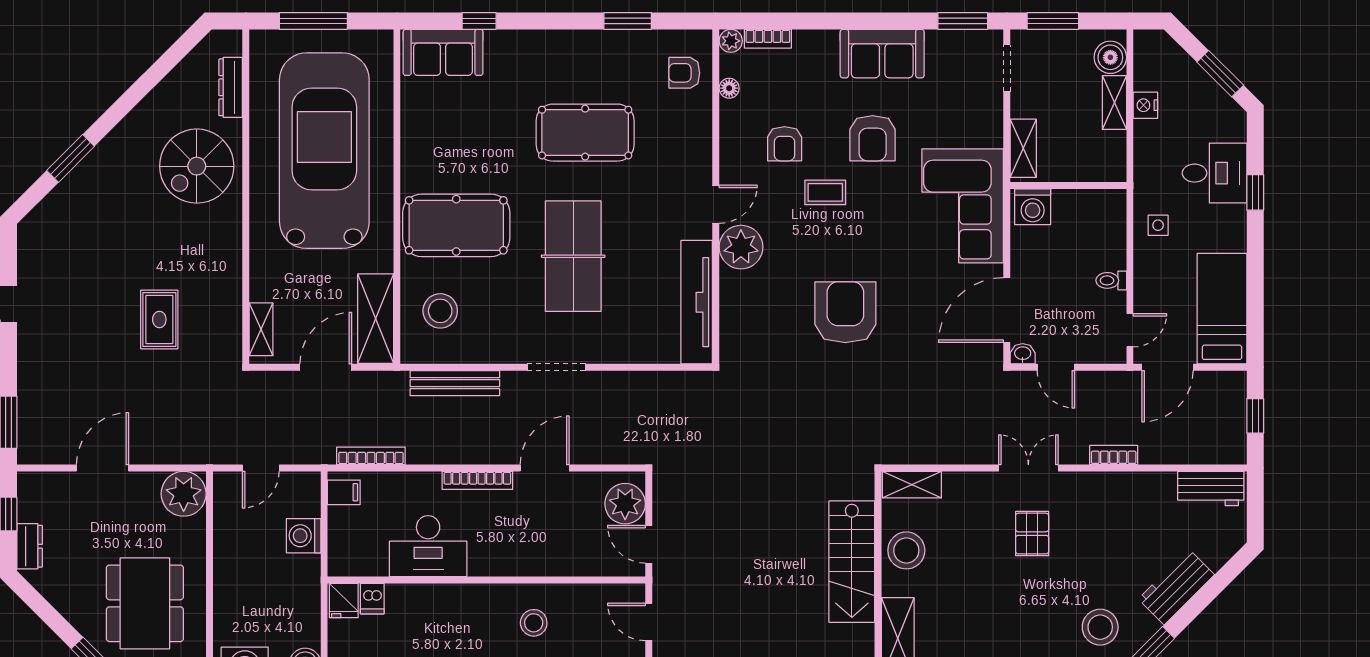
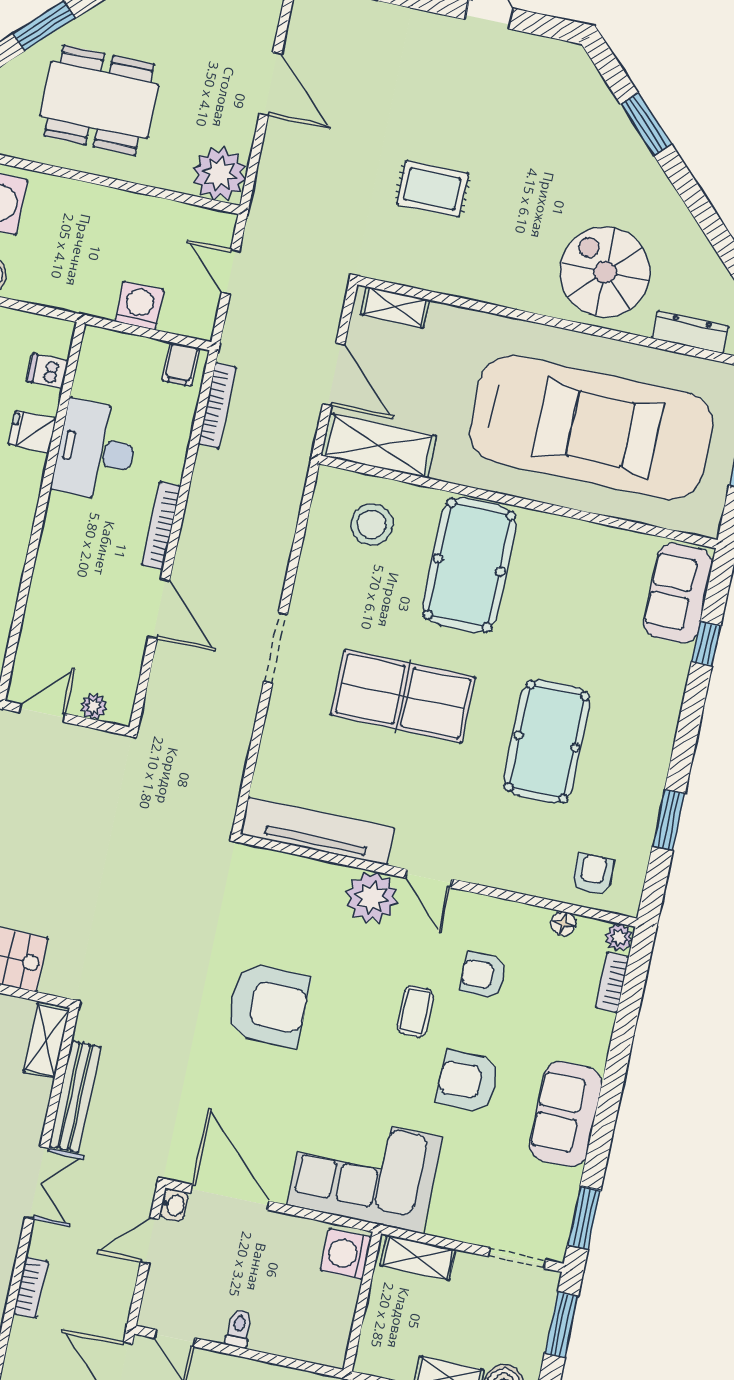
bench: (455, 383) -> (75, 1097), moved
plant: (625, 504) -> (94, 706), width x0.53, depth x0.53
fridge: (344, 600) -> (32, 432), moved

